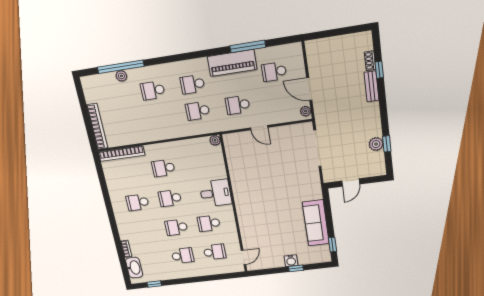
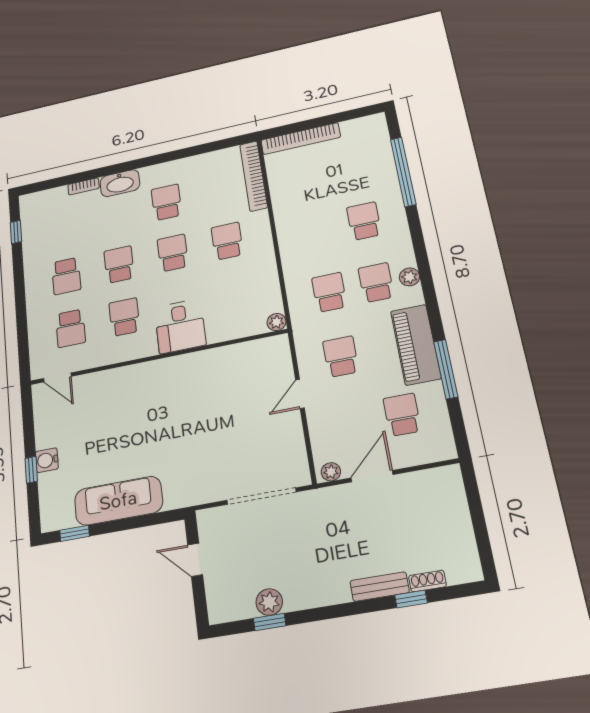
plant: (121, 76) -> (409, 277), moved
washbasin: (134, 268) -> (120, 183), moved

